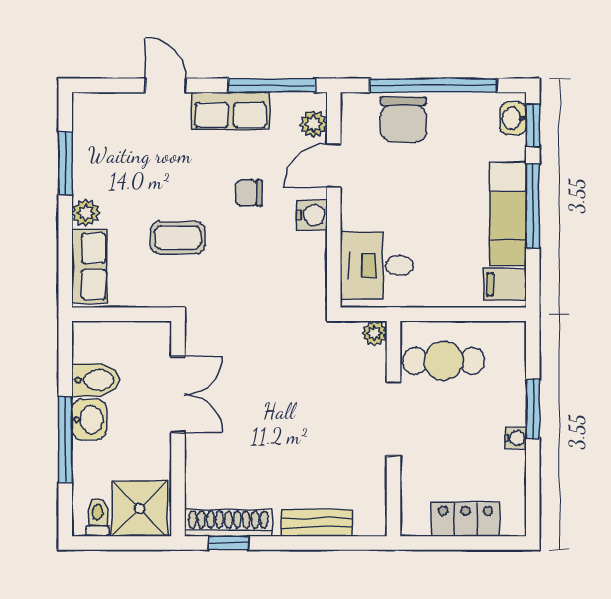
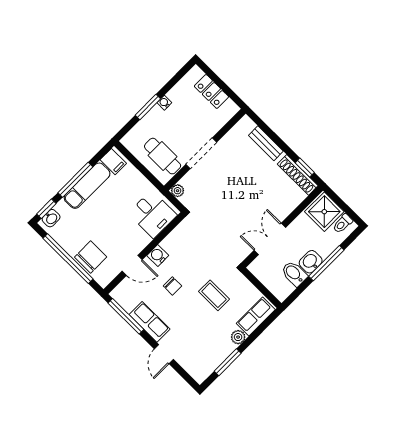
plant: (313, 124) -> (125, 288), removed

